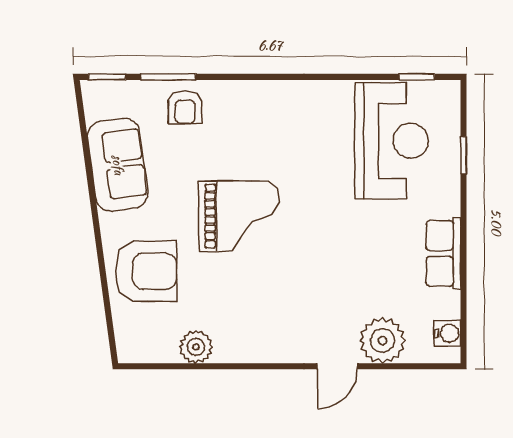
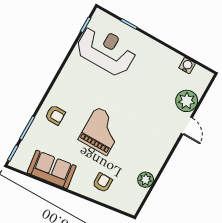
armchair: (185, 107) -> (55, 115), moved
row of seats: (443, 253) -> (165, 55), removed
armchair: (146, 271) -> (102, 183), width x0.53, depth x0.53
water cooler: (447, 333) -> (187, 66), moved

